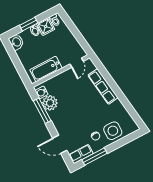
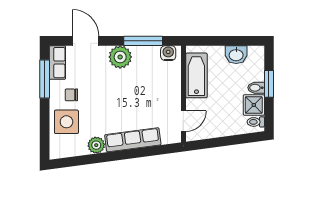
washbasin: (16, 42) -> (236, 55), moved
door: (77, 63) -> (183, 121), swing flipped
plant: (50, 103) -> (120, 57), moved
plant: (117, 106) -> (96, 145), added
door: (60, 144) -> (86, 41), hinge flipped

